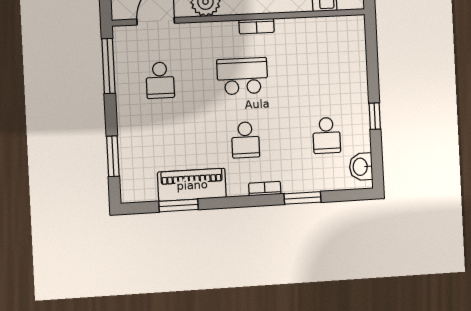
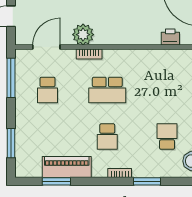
bookcase: (256, 26) -> (89, 54), moved
school desk: (242, 76) -> (107, 90), turned 180
school desk: (327, 135) -> (167, 137), turned 180

